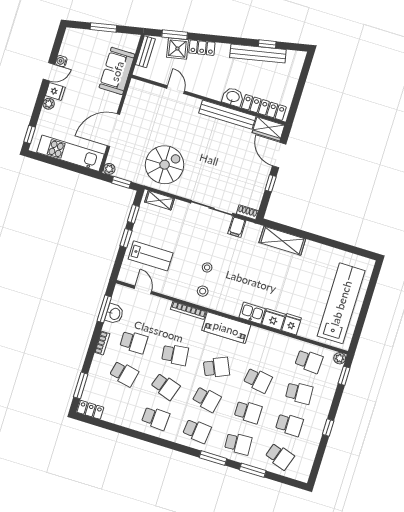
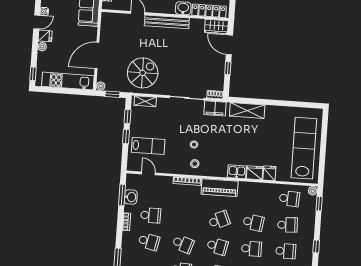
bench: (227, 115) -> (167, 22), moved
filing cabinet: (237, 227) -> (215, 108), width x2.00
school desk: (175, 355) -> (185, 218), removed

